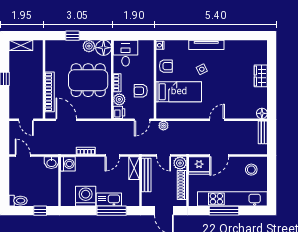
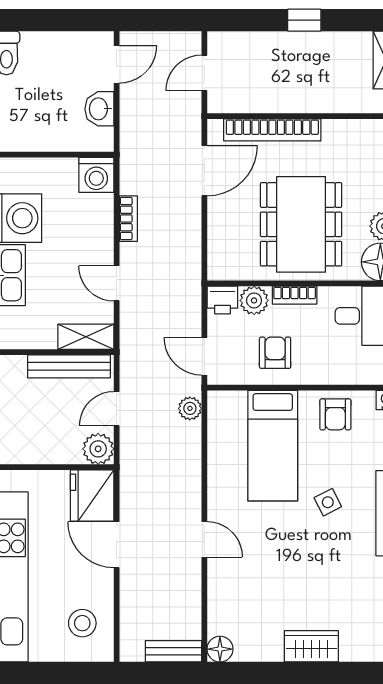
washbasin: (51, 163) -> (99, 109), moved
shoe rack: (182, 185) -> (45, 453), removed

